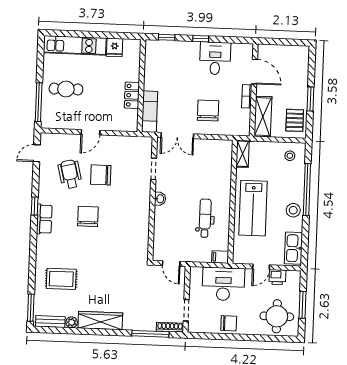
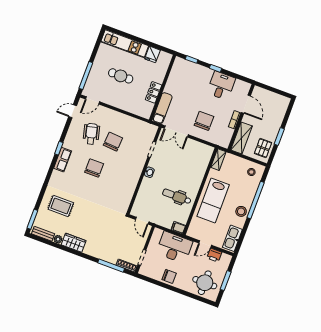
cafe table: (66, 89) -> (121, 76), moved
door: (91, 132) -> (92, 100), moved
chair: (101, 175) -> (113, 142), turned 94
dental chair: (205, 218) -> (177, 196), turned -90
wardrobe: (100, 321) -> (74, 243), width x0.67

